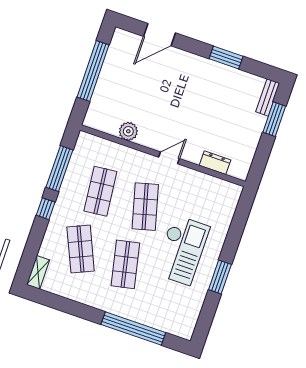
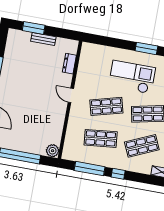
bench: (268, 97) -> (43, 39), moved
plant: (128, 131) -> (53, 151), moved

